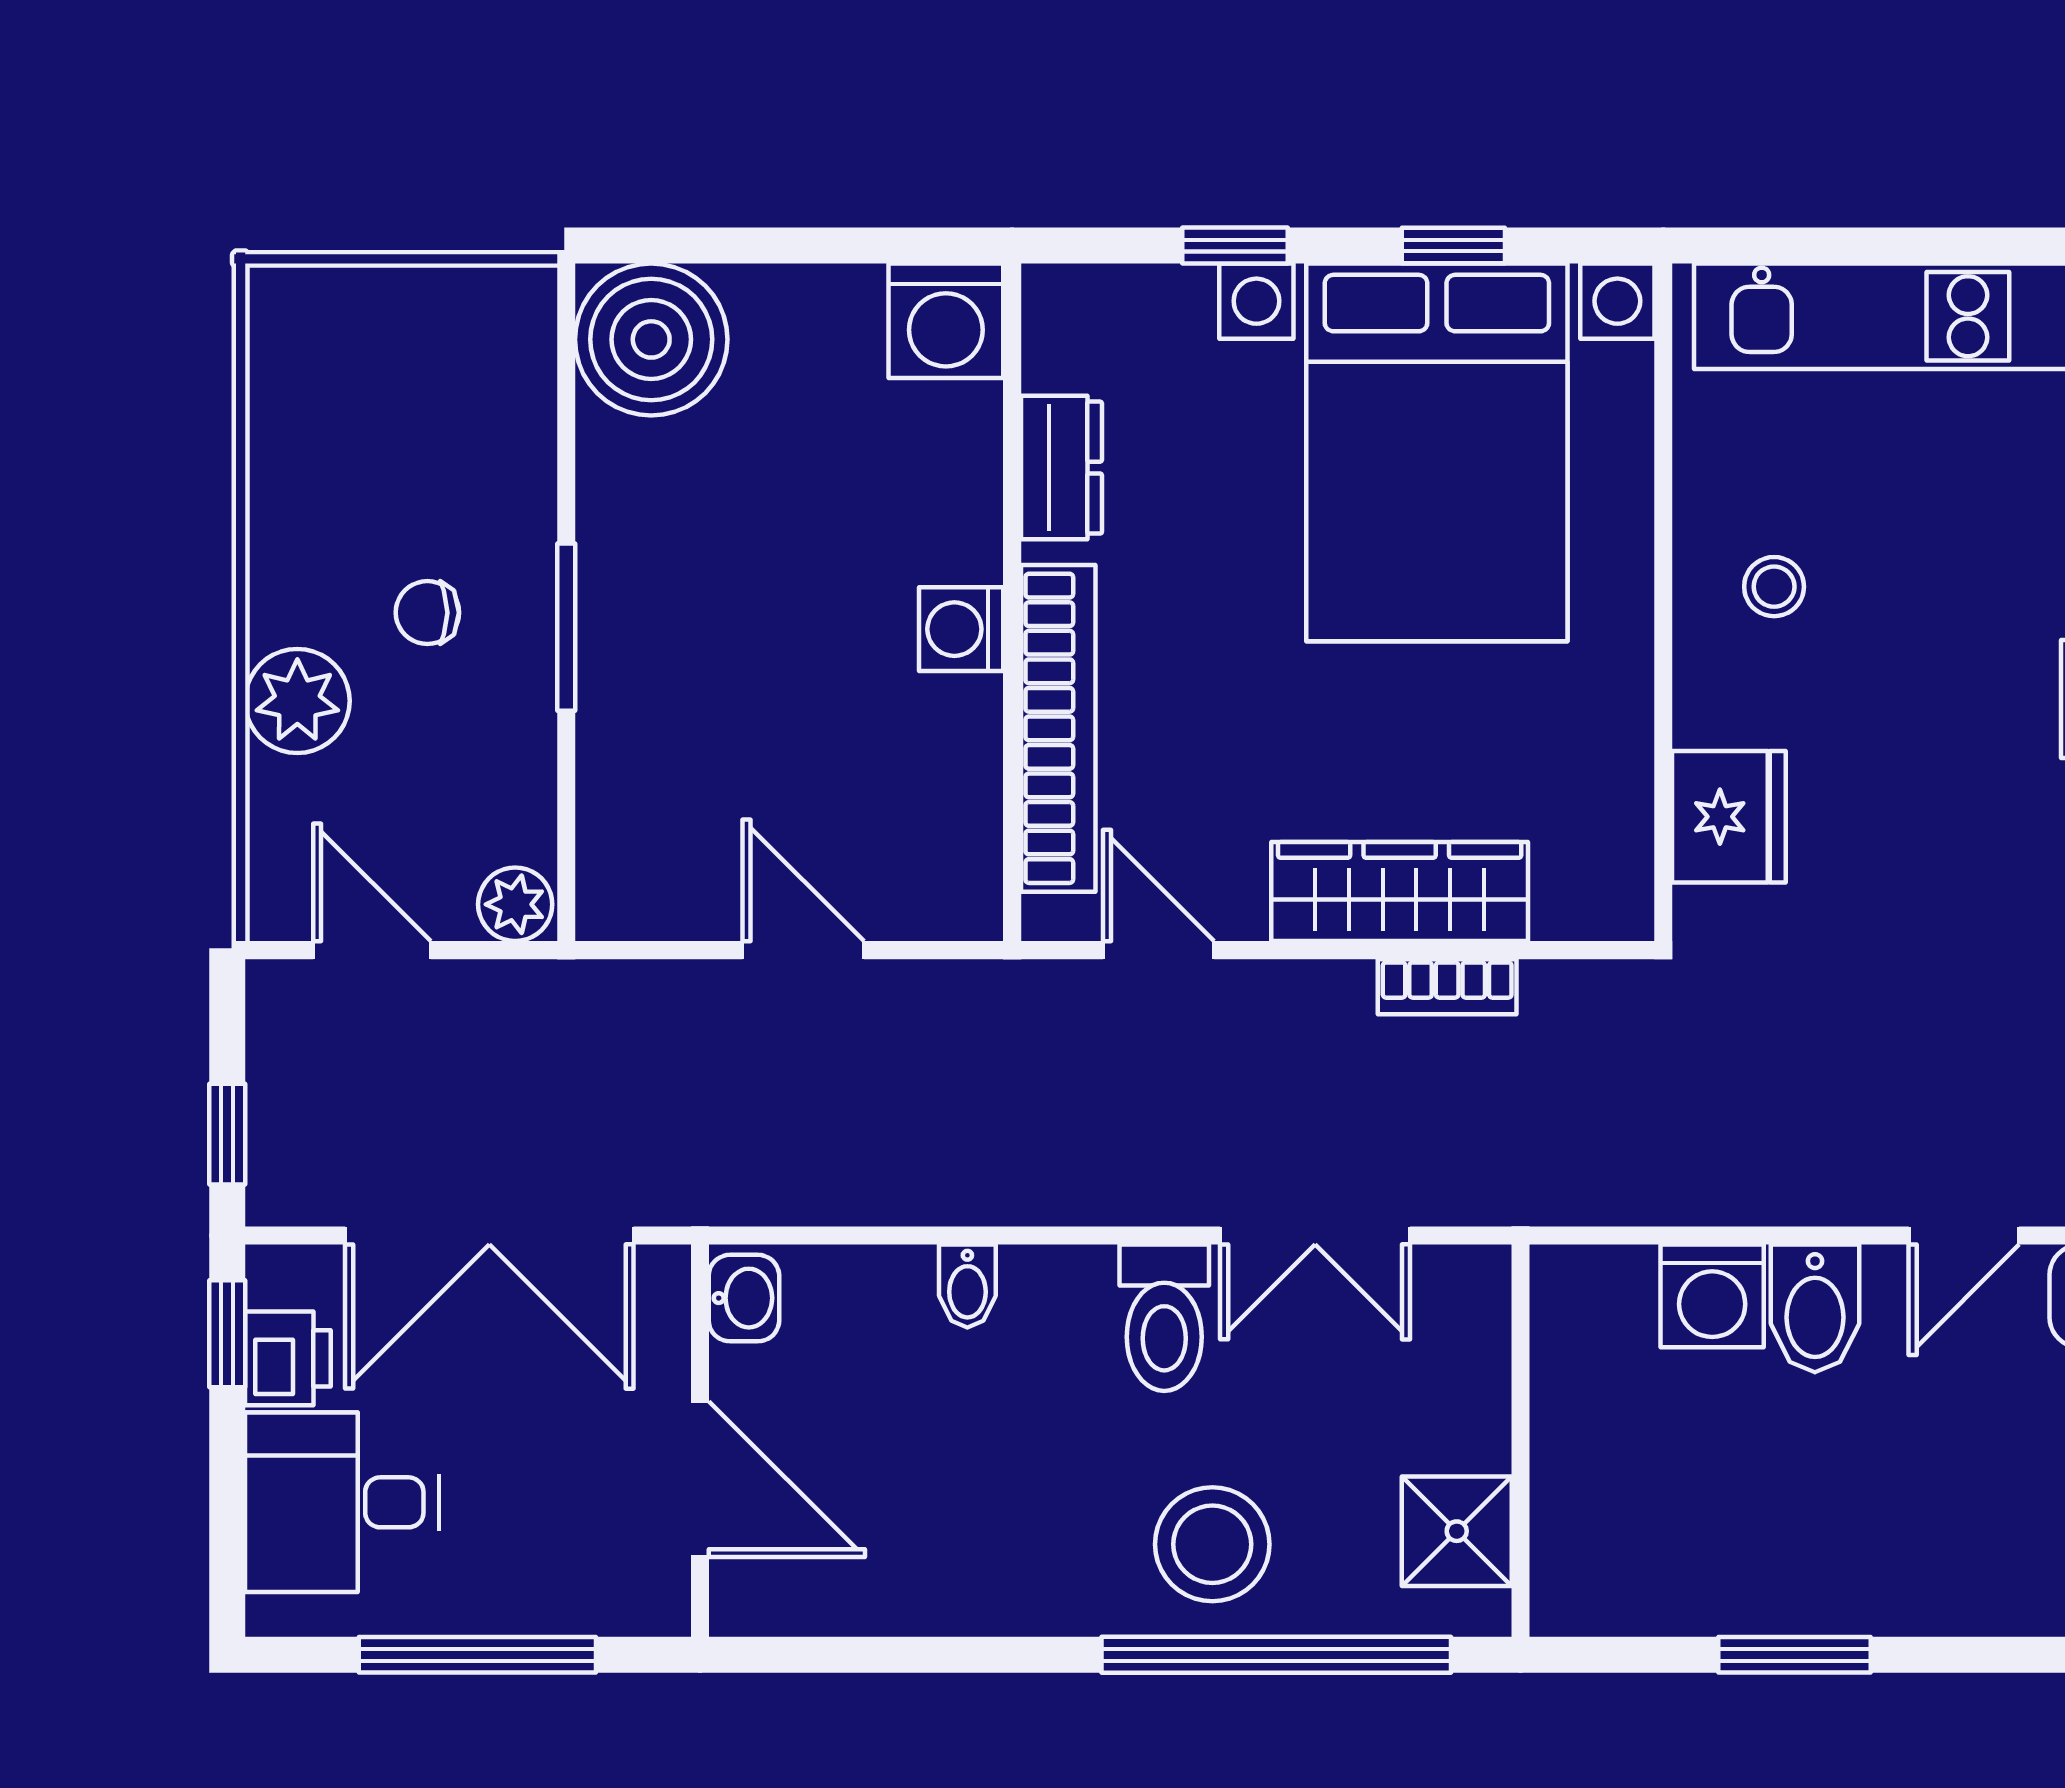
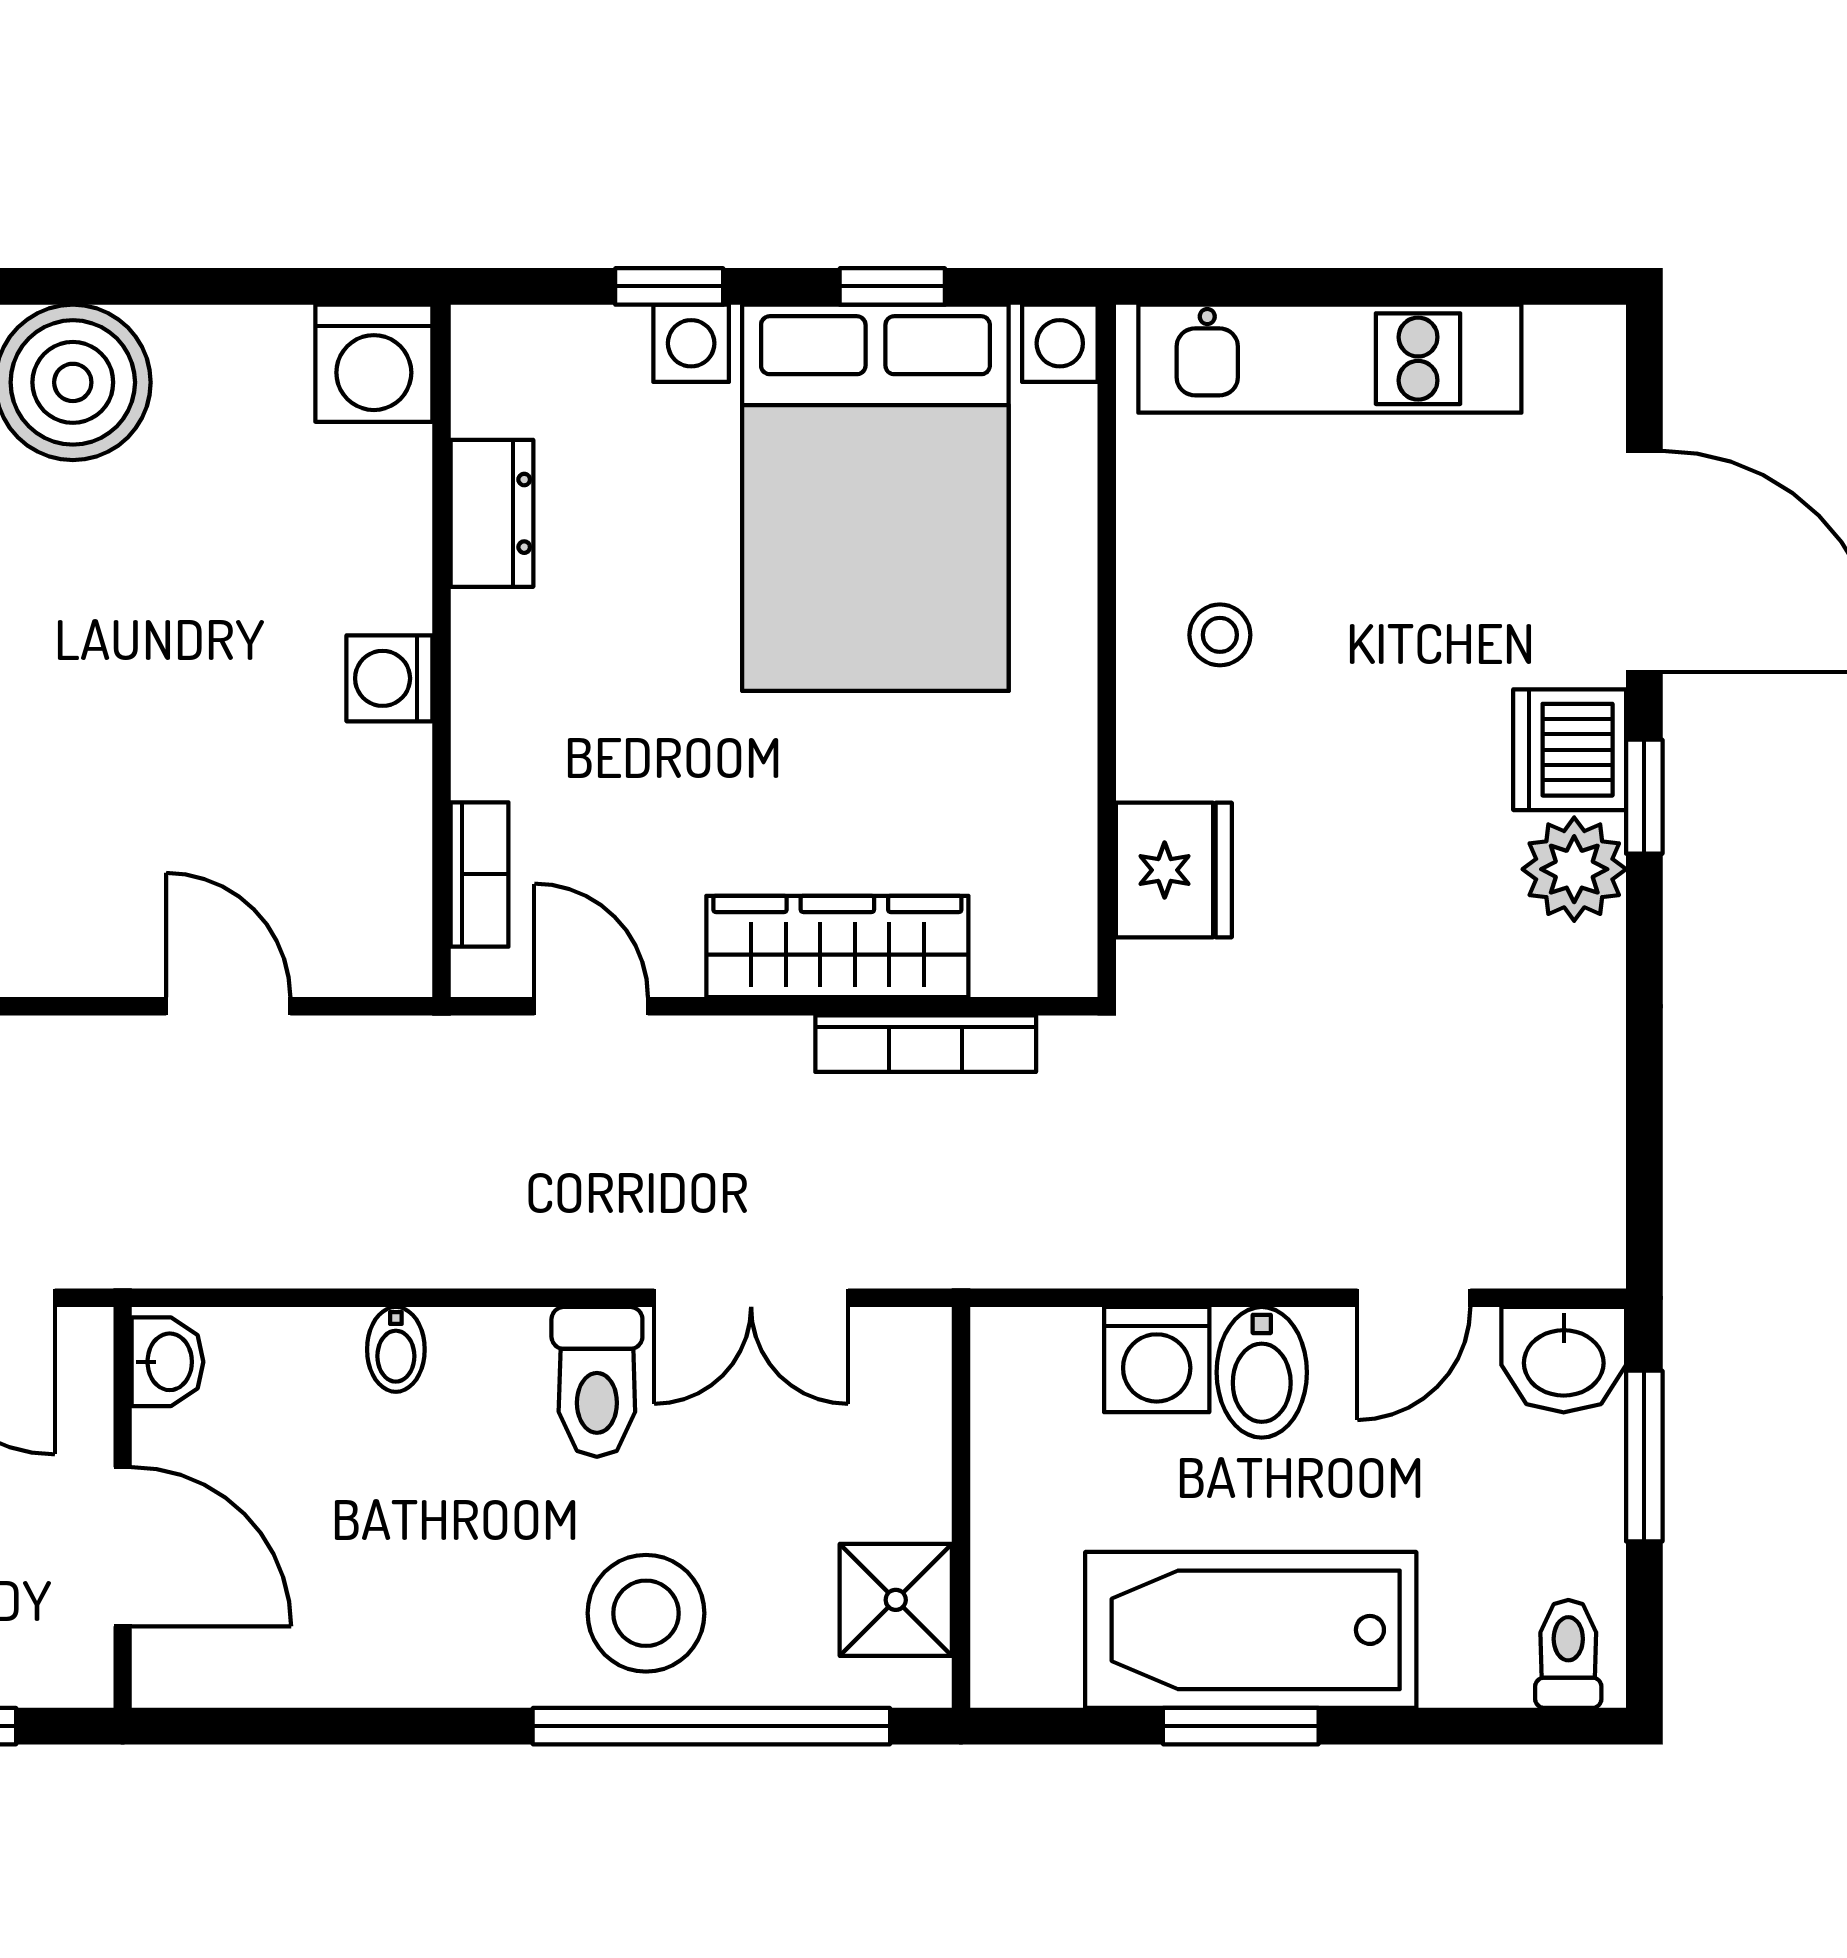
bookcase: (1058, 728) -> (480, 874), width x0.43, depth x0.76
bookcase: (1447, 987) -> (926, 1044), width x1.56
bathtub: (1804, 1561) -> (1251, 1630), added

